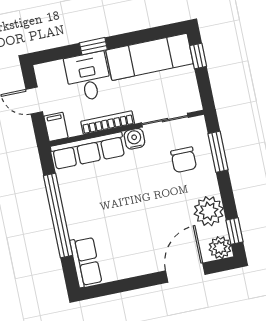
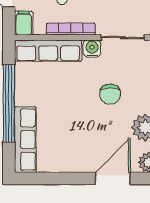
chair: (184, 160) -> (110, 94), moved
row of seats: (86, 262) -> (25, 140), width x1.48

